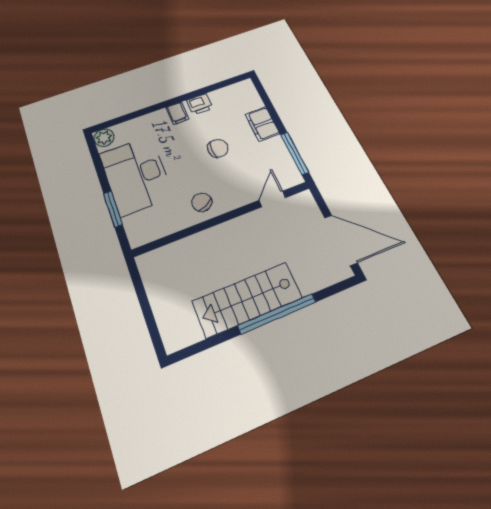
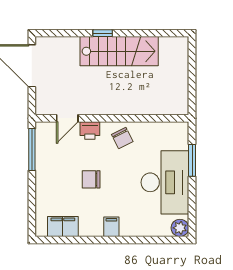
printer: (200, 104) -> (90, 130), moved, turned 180
filing cabinet: (262, 124) -> (63, 227), moved, turned -90
window: (277, 314) -> (103, 33), width x0.32

